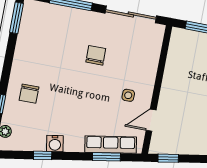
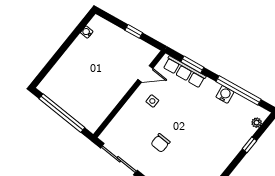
chair: (29, 94) -> (224, 141), removed
window: (43, 155) -> (239, 90), width x3.17
window: (168, 158) -> (134, 31), moved

